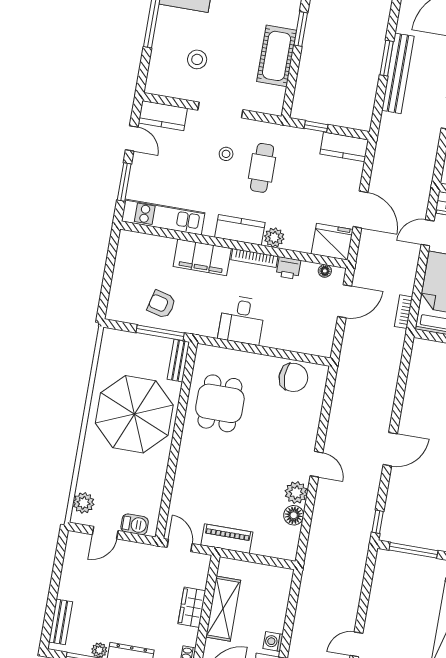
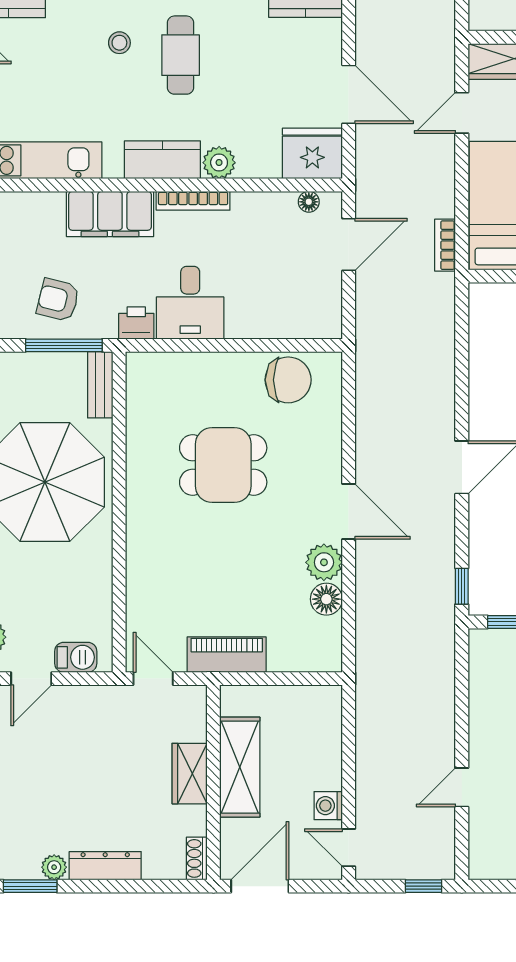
printer: (288, 268) -> (136, 323), moved, turned 180
dining table: (220, 403) -> (223, 465), moved, turned 90
door: (316, 464) -> (349, 512), width x1.37

